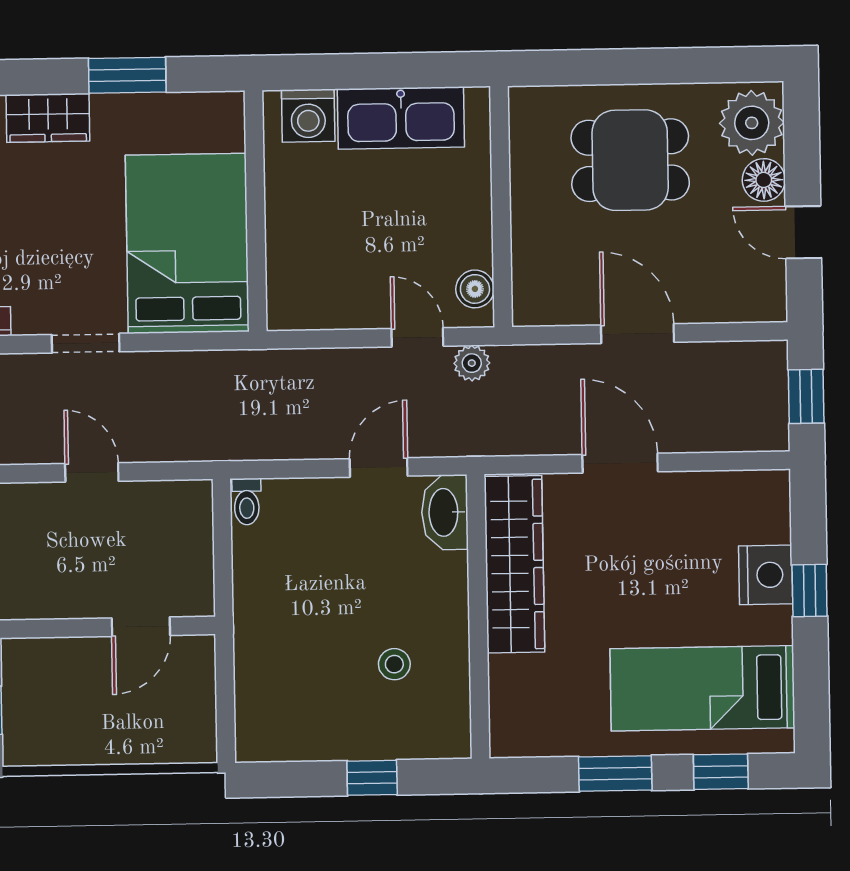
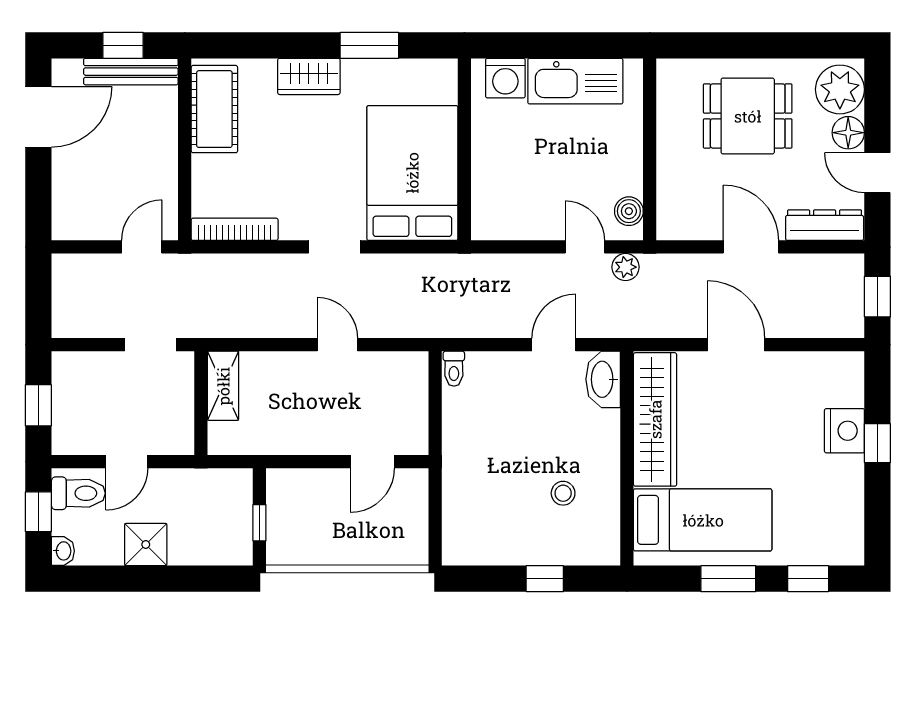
dresser: (735, 303) -> (825, 225), added
bed: (702, 688) -> (703, 520), moved, turned 180

